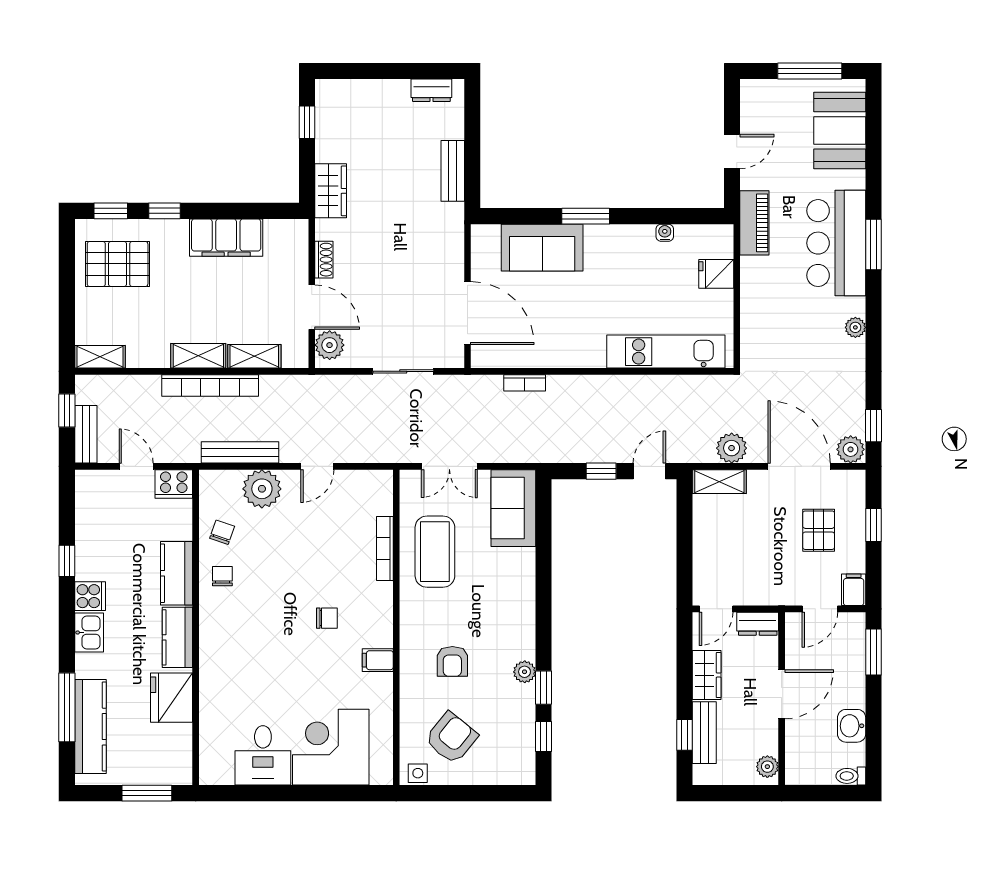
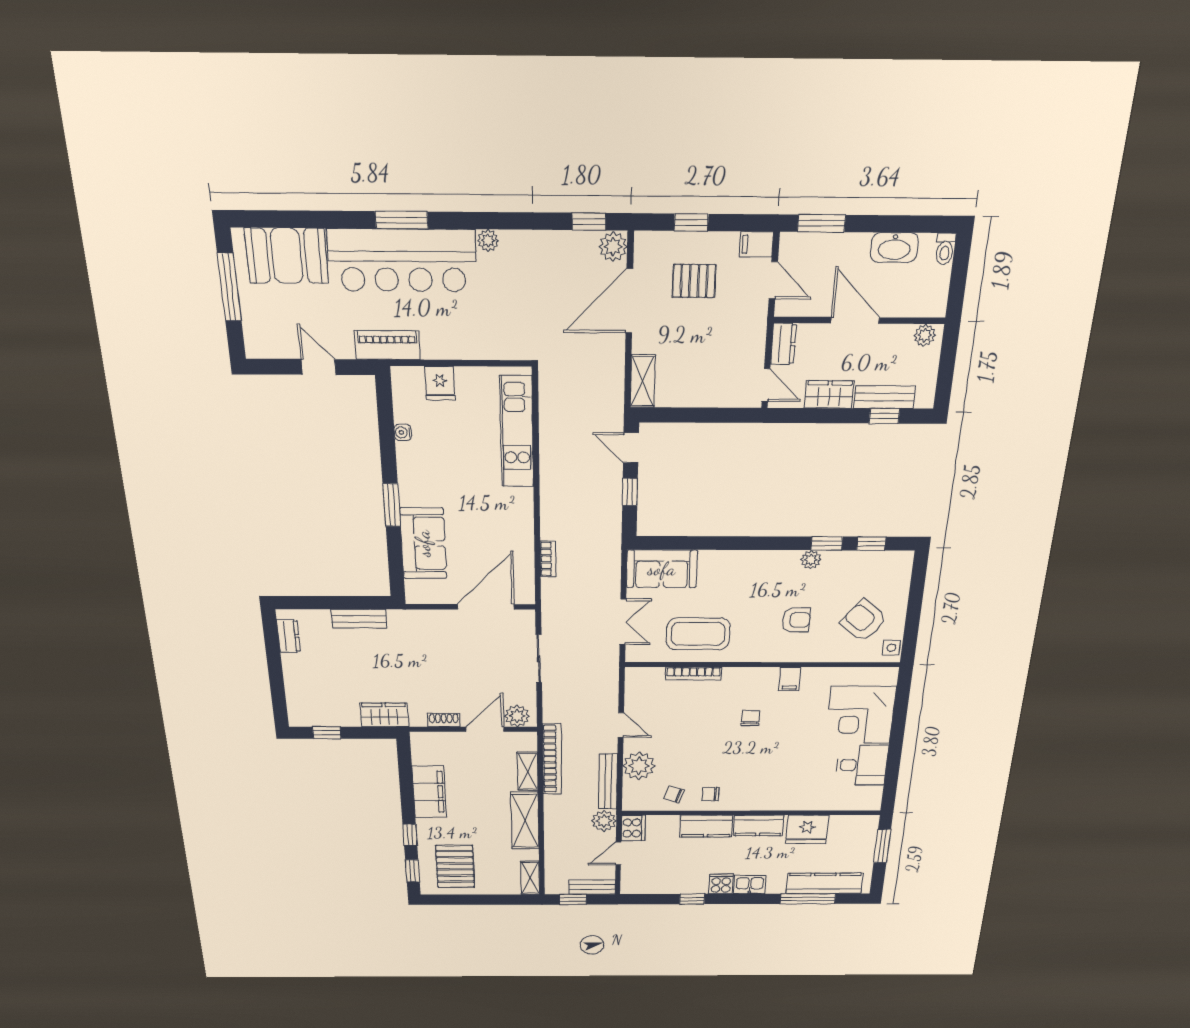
bar counter: (836, 243) -> (402, 260), width x1.36
shelving: (198, 356) -> (525, 821), width x1.50, depth x1.33
bookcase: (210, 385) -> (552, 759), moved
plant: (732, 448) -> (604, 821), moved
washbasin: (852, 726) -> (894, 248), width x1.38

